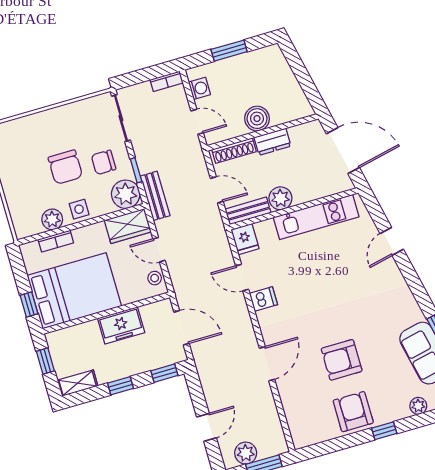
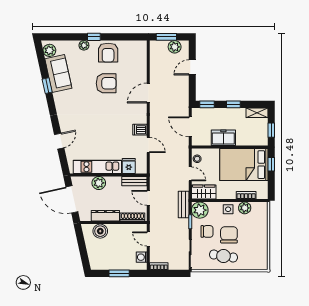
boiler: (257, 119) -> (100, 231), moved
cafe table: (64, 129) -> (223, 256), added
dresser: (272, 142) -> (105, 216), width x1.44
plant: (280, 198) -> (99, 183), moved
fridge: (245, 239) -> (129, 166), moved
plant: (418, 406) -> (84, 45), moved

